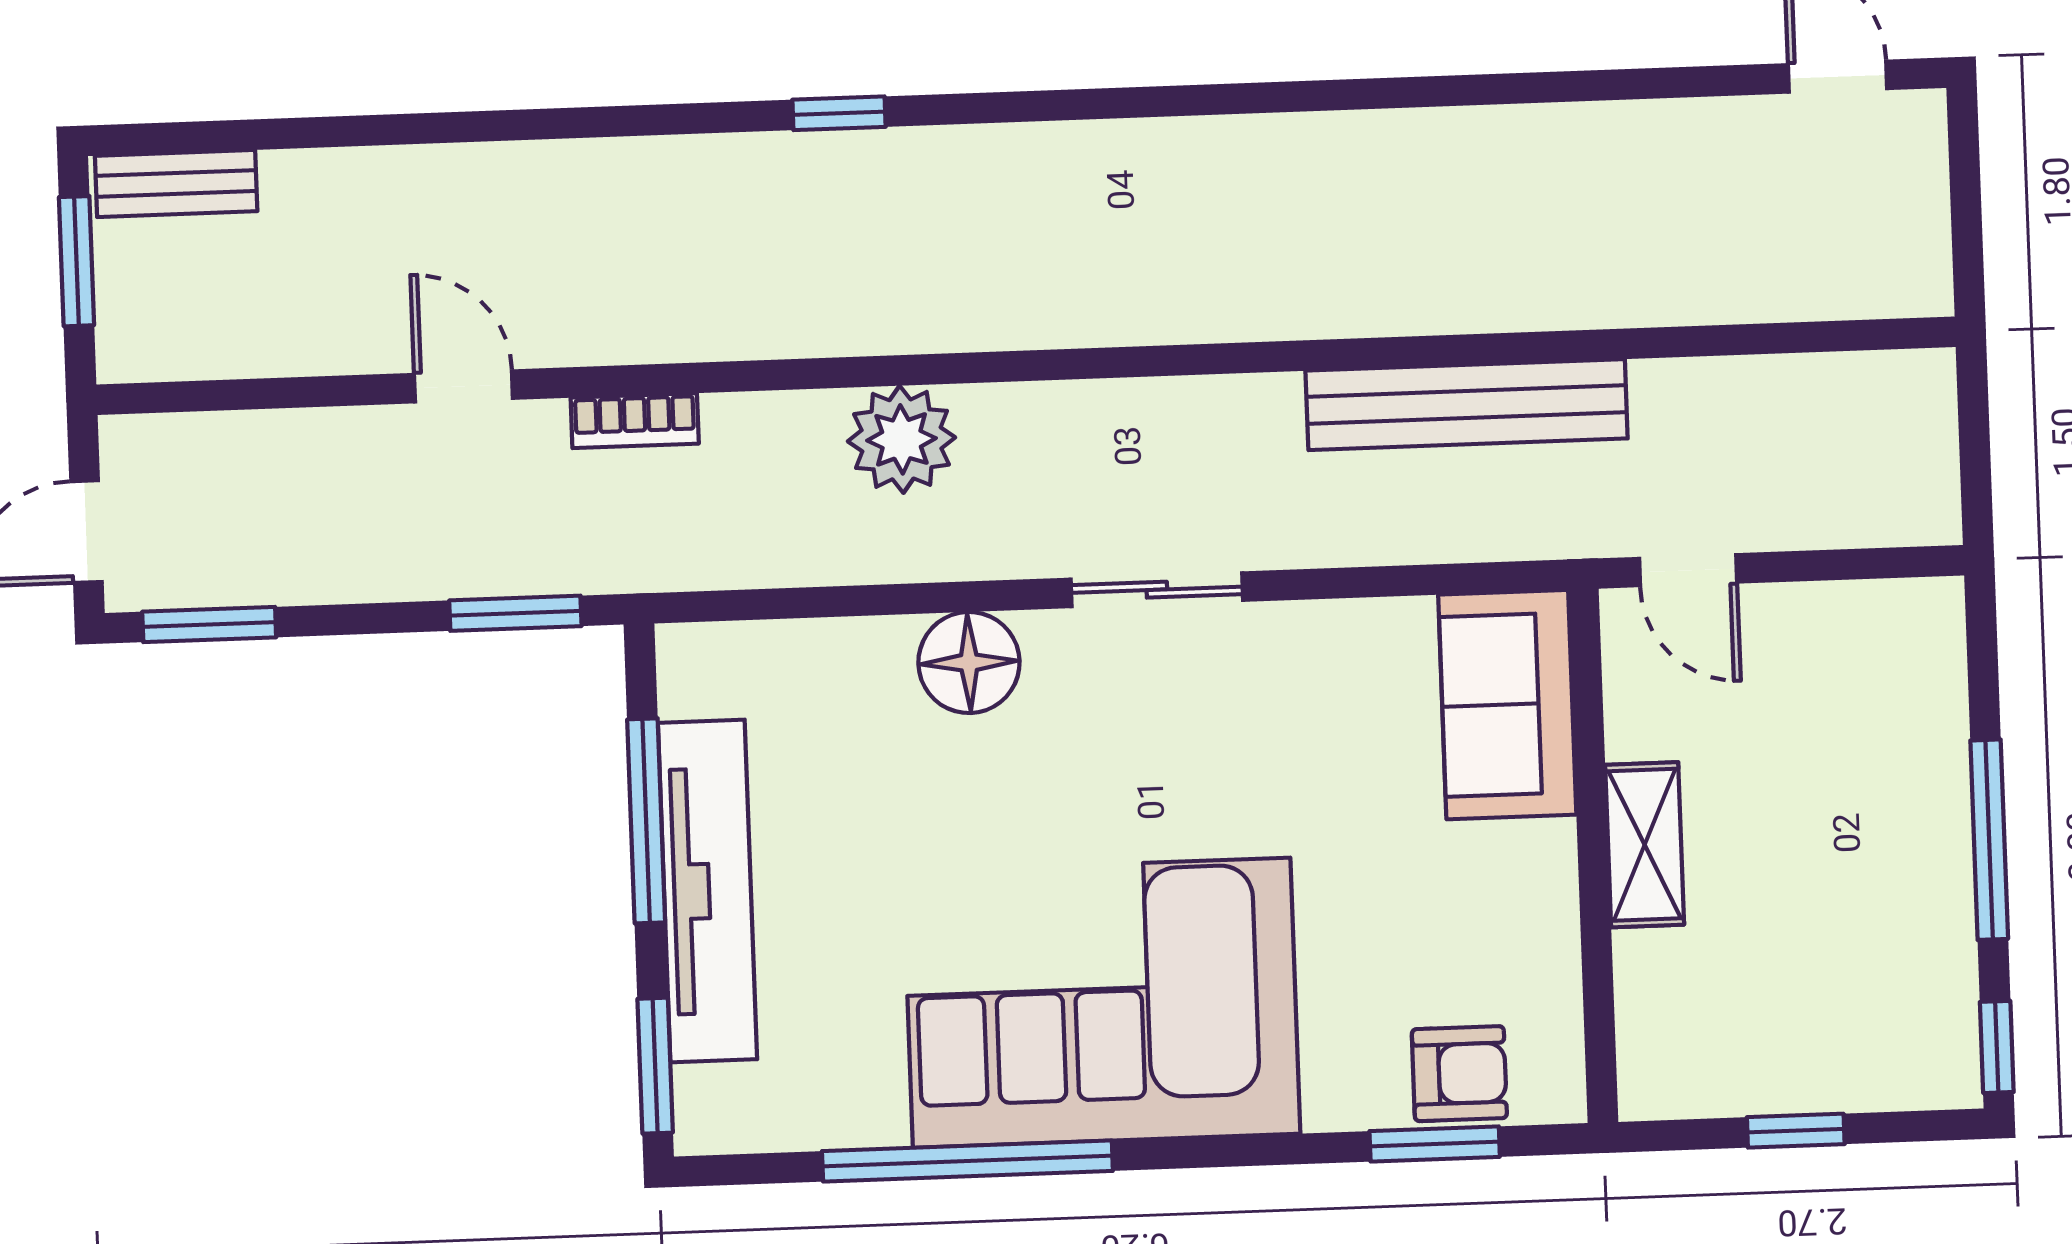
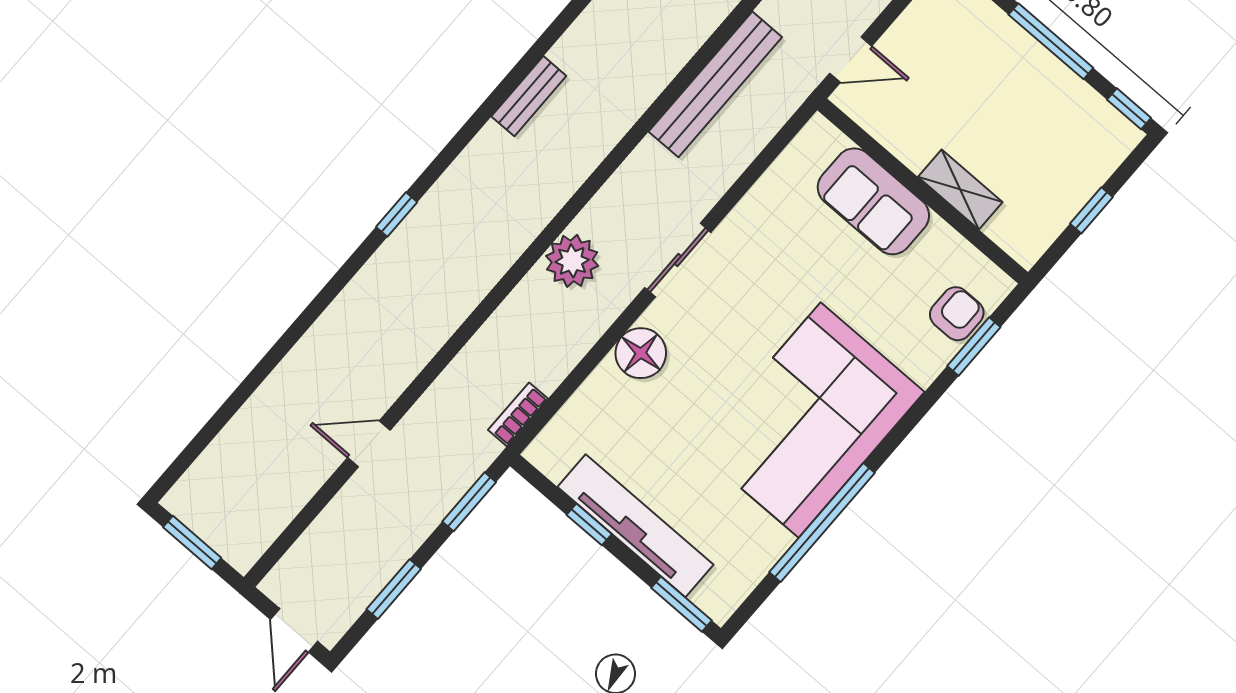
bench: (176, 183) -> (529, 96), moved
bookcase: (635, 421) -> (518, 414), moved, turned 180
plant: (902, 439) -> (572, 261), moved
window: (209, 624) -> (394, 589), moved
sofa: (1507, 705) -> (873, 201), moved
window: (646, 821) -> (589, 524), width x0.46
shelving: (1645, 845) -> (960, 190), moved

